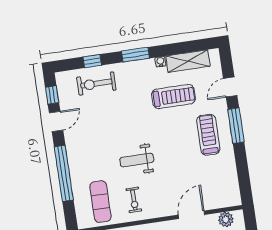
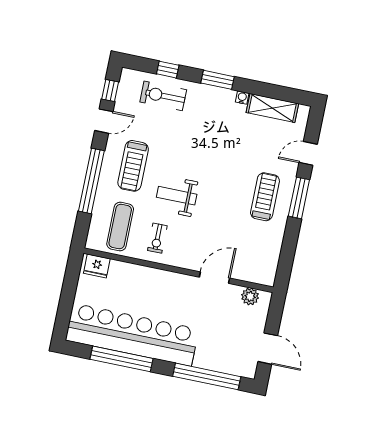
treadmill: (173, 96) -> (133, 166), moved, turned 90

